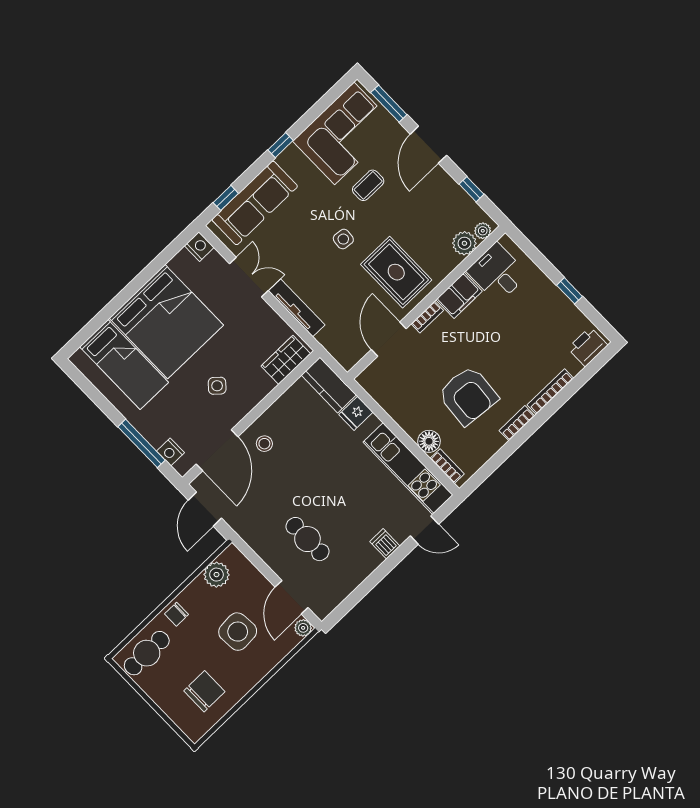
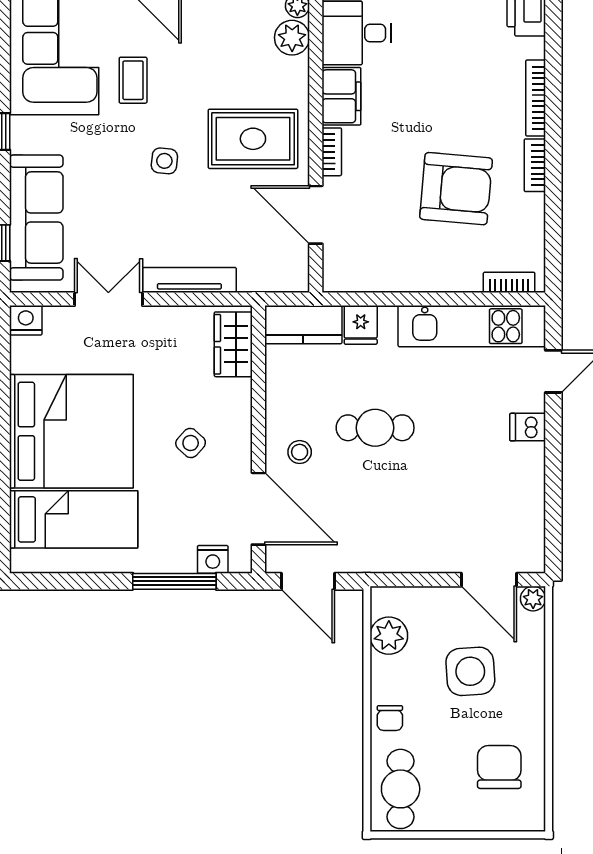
floor lamp: (429, 441) -> (465, 276), removed
cafe table: (307, 539) -> (375, 428), moved

